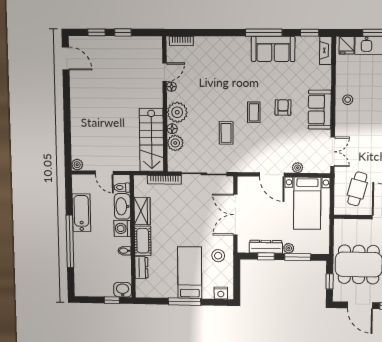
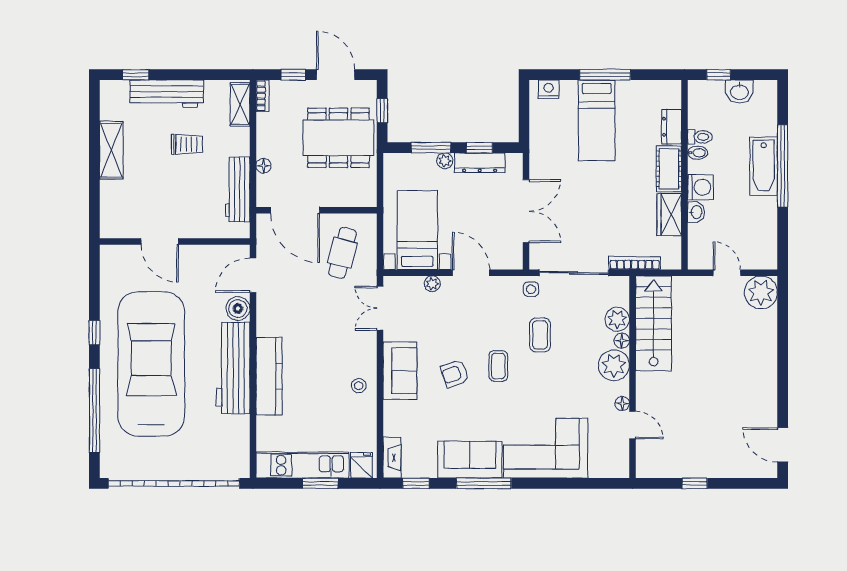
window: (96, 32) -> (735, 483), removed
bookcase: (181, 41) -> (607, 471), removed
corner sofa: (222, 57) -> (546, 448), added
door: (165, 72) -> (632, 425), swing flipped
armchair: (283, 107) -> (455, 374), turned 71
side table: (232, 163) -> (531, 289), added
plant: (77, 165) -> (761, 292), width x1.88, depth x1.88
toilet: (122, 188) -> (700, 137), moved
washbasin: (122, 206) -> (696, 212), width x0.52, depth x0.69
bathtub: (81, 213) -> (764, 166), moved
stool: (218, 256) -> (553, 148), removed
washbasin: (123, 290) -> (739, 92), moved

